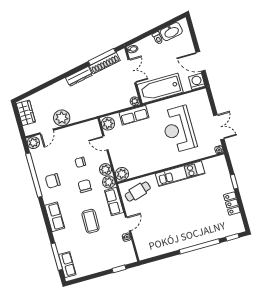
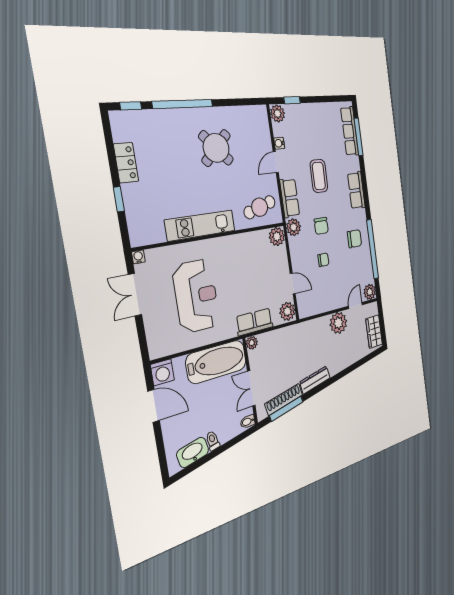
plant: (105, 169) -> (278, 113), moved
round table: (174, 224) -> (216, 148), added
row of seats: (67, 265) -> (350, 131), width x1.48

